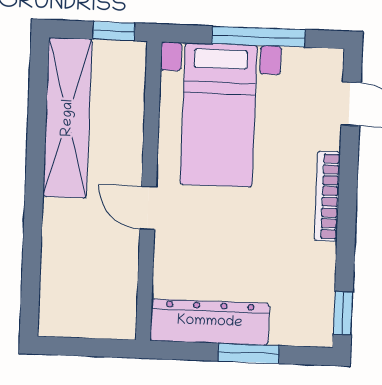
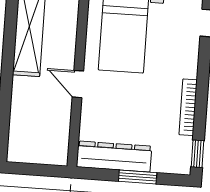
bookcase: (327, 196) -> (188, 107), moved

